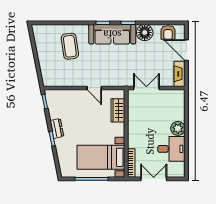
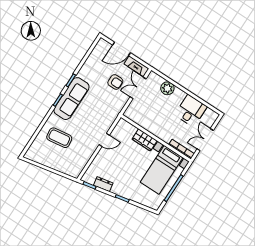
floor lamp: (145, 33) -> (87, 72), removed
armchair: (168, 33) -> (115, 82), moved
double door: (146, 88) -> (138, 88), moved
wardrobe: (118, 110) -> (145, 140), moved
dresser: (57, 128) -> (103, 184), moved
plant: (178, 128) -> (167, 88), moved

